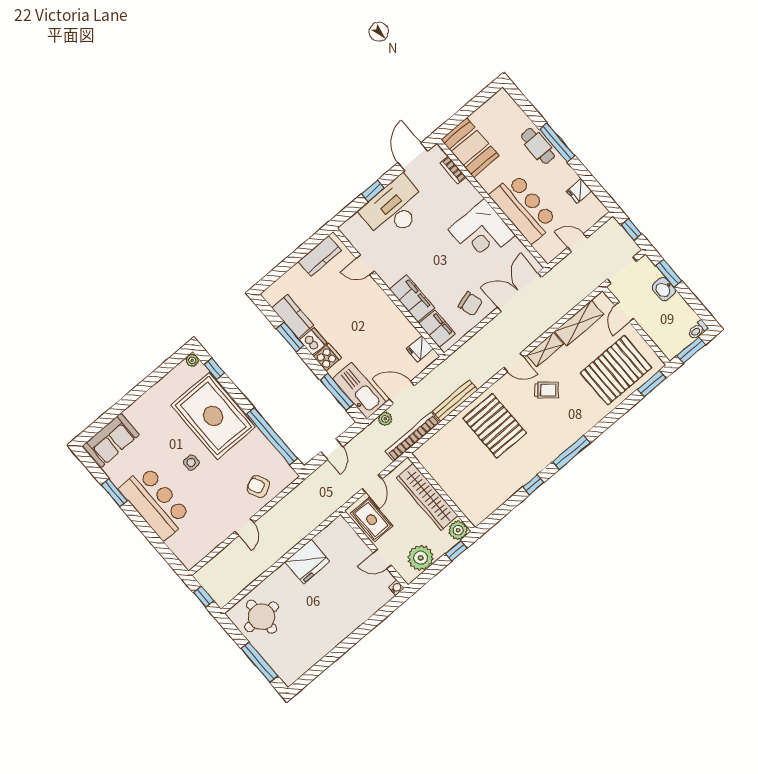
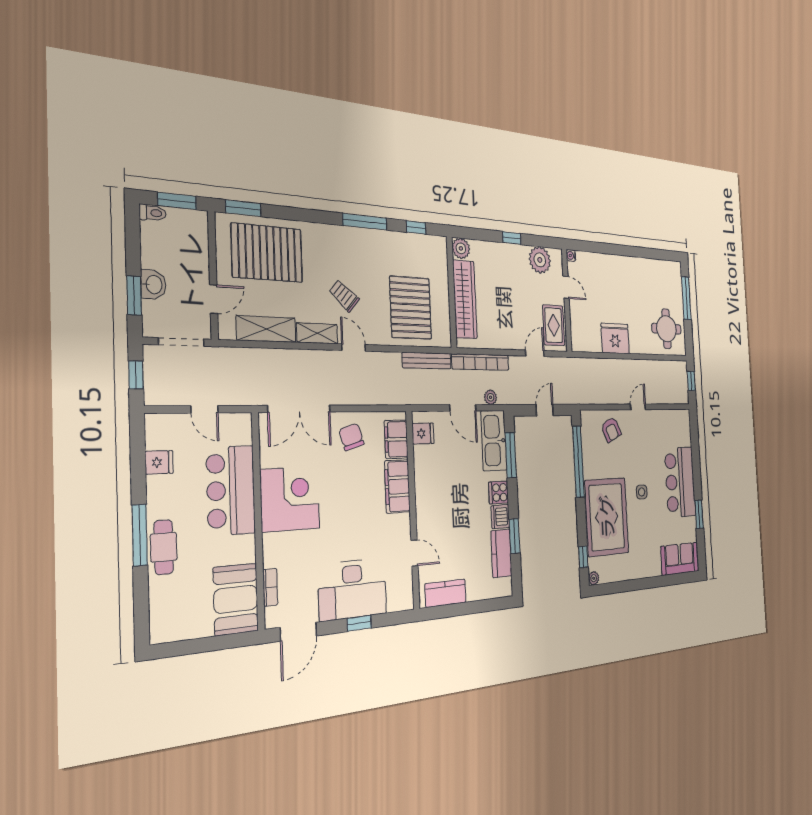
wall: (441, 492) -> (452, 292), moved
wardrobe: (427, 497) -> (465, 299), moved
plant: (458, 530) -> (461, 248), moved

